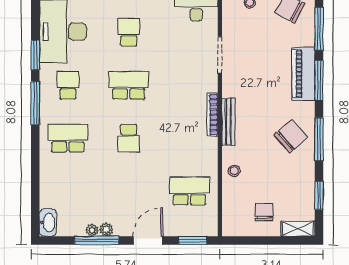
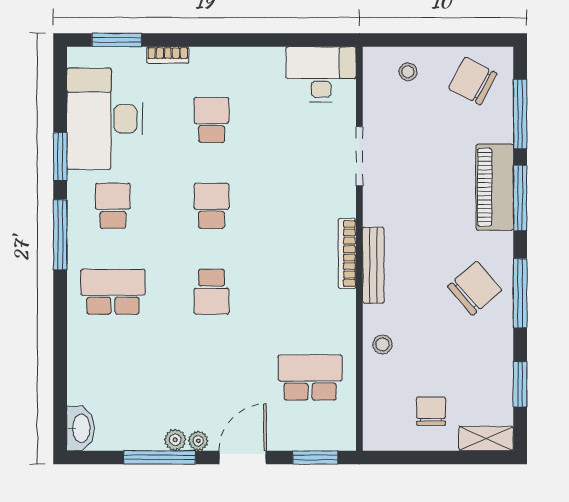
school desk: (129, 85) -> (212, 206), width x0.54
plant: (92, 230) -> (198, 441), moved

